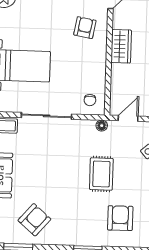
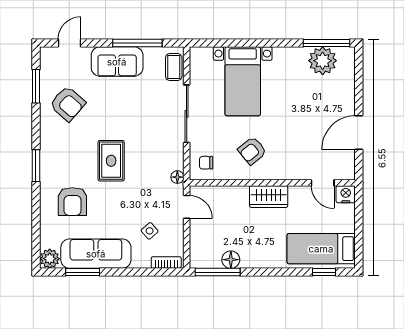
armchair: (85, 28) -> (252, 151), moved, turned 131
rug: (101, 174) -> (111, 161), moved, turned 90
armchair: (120, 218) -> (72, 202), turned 90

